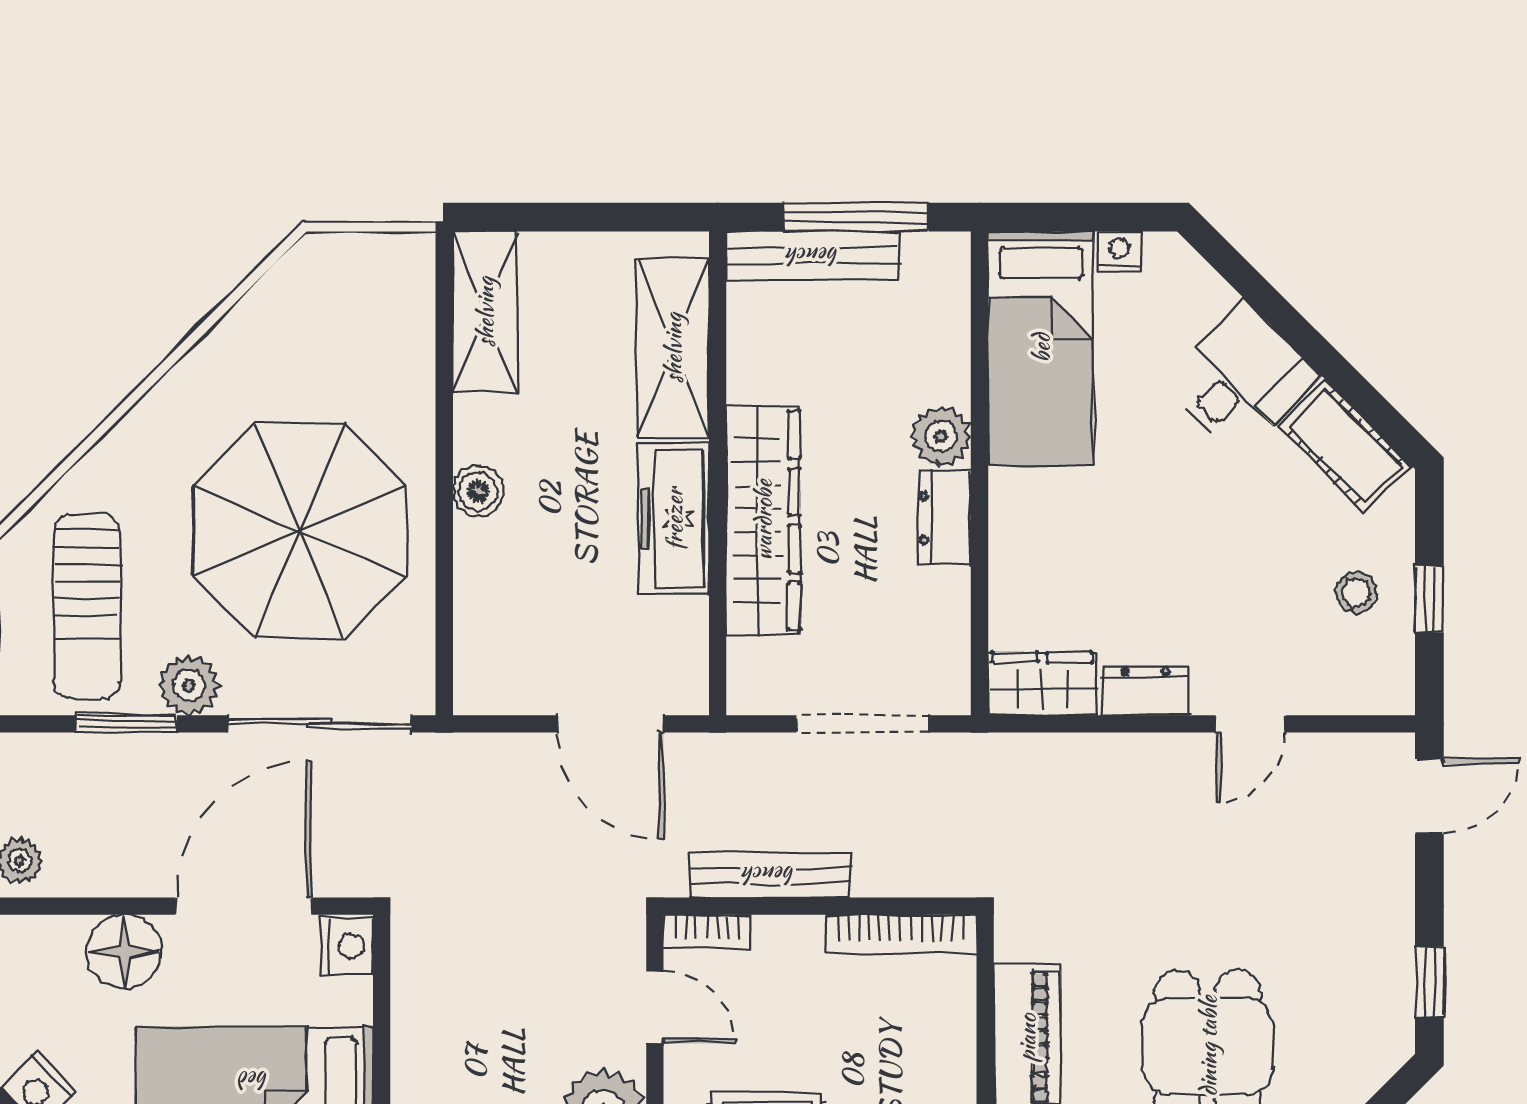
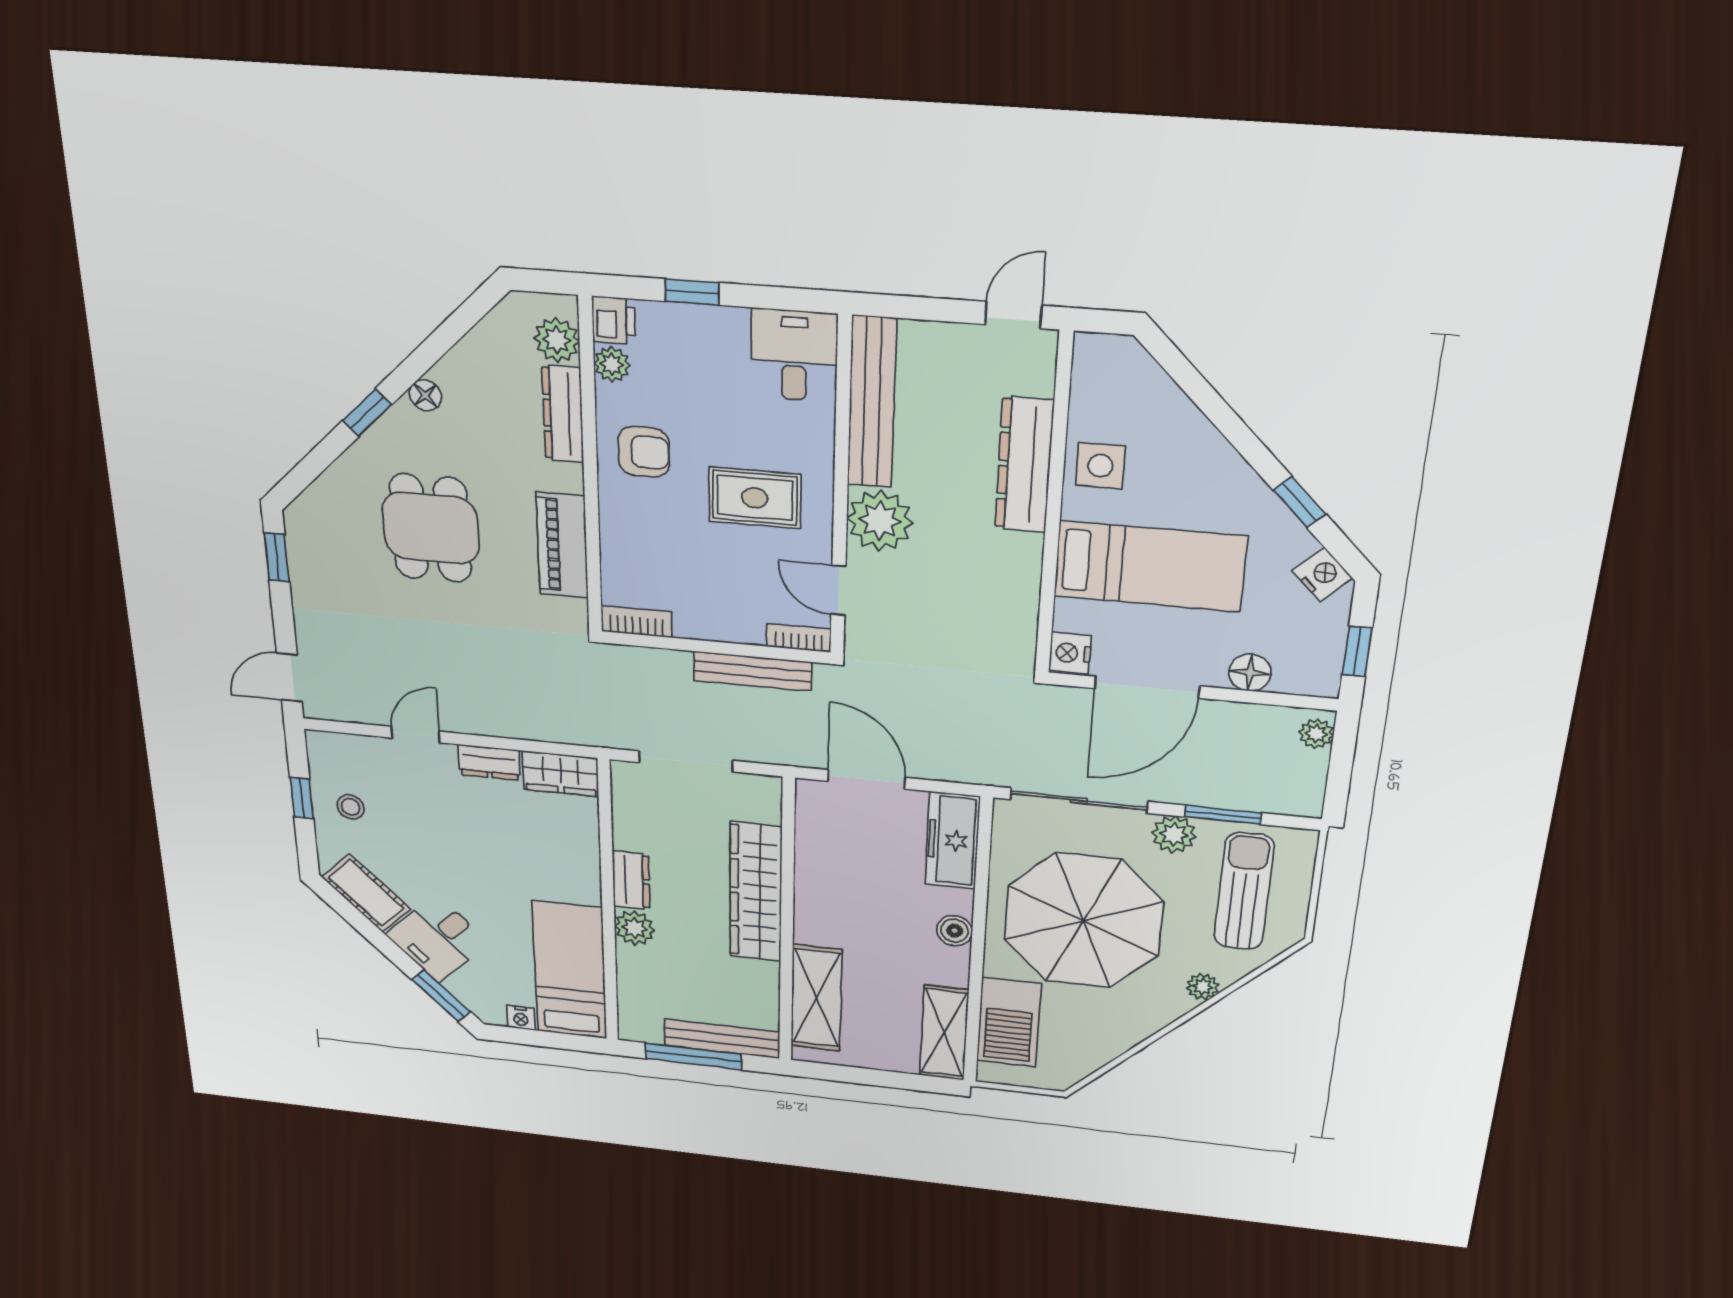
window: (1241, 275) -> (441, 996), added
barbecue: (393, 344) -> (1009, 1022), added
plant: (127, 442) -> (1203, 987), added
freezer: (674, 519) -> (952, 841), moved, turned 180
bookcase: (901, 934) -> (636, 622), width x0.64
floor lamp: (124, 952) -> (1250, 673), width x0.73, depth x0.73

